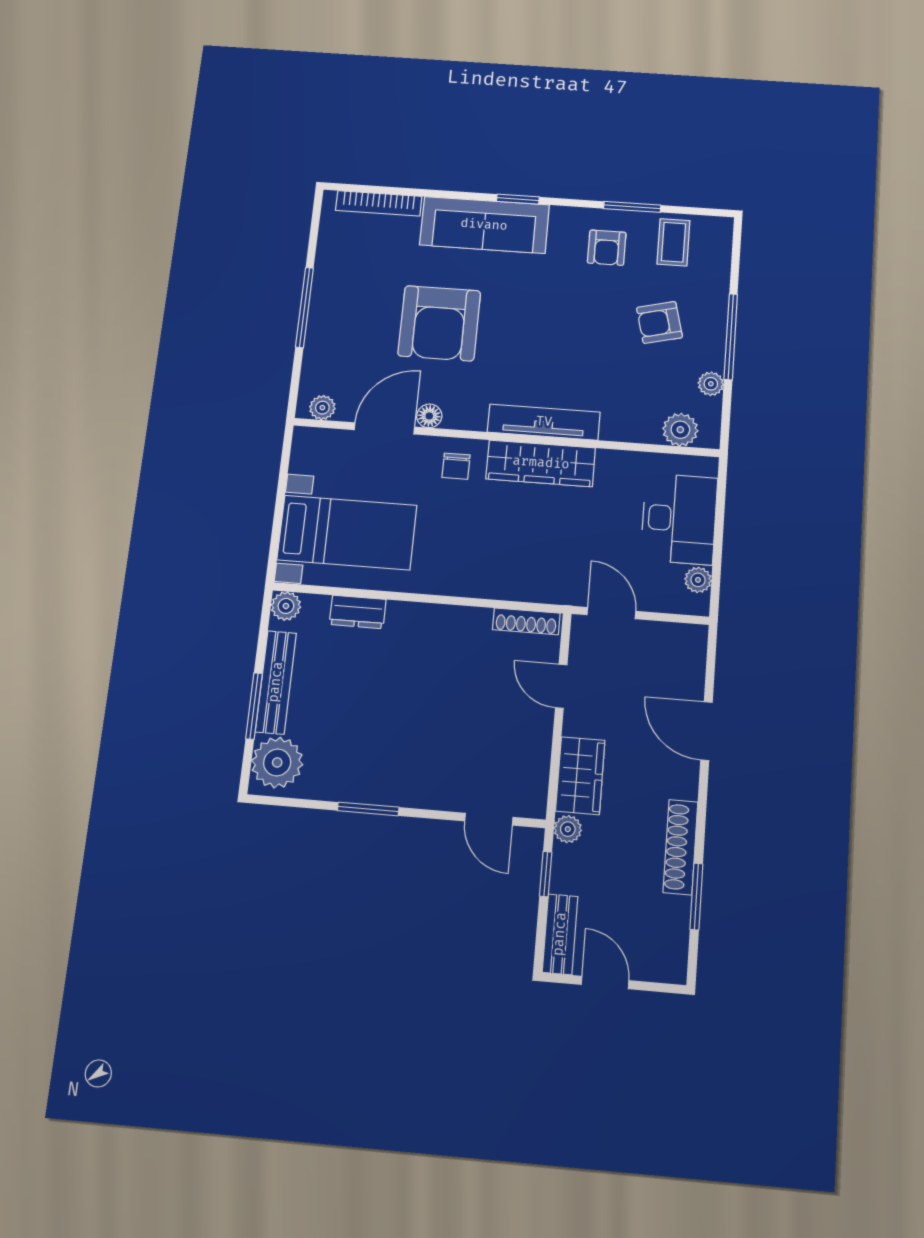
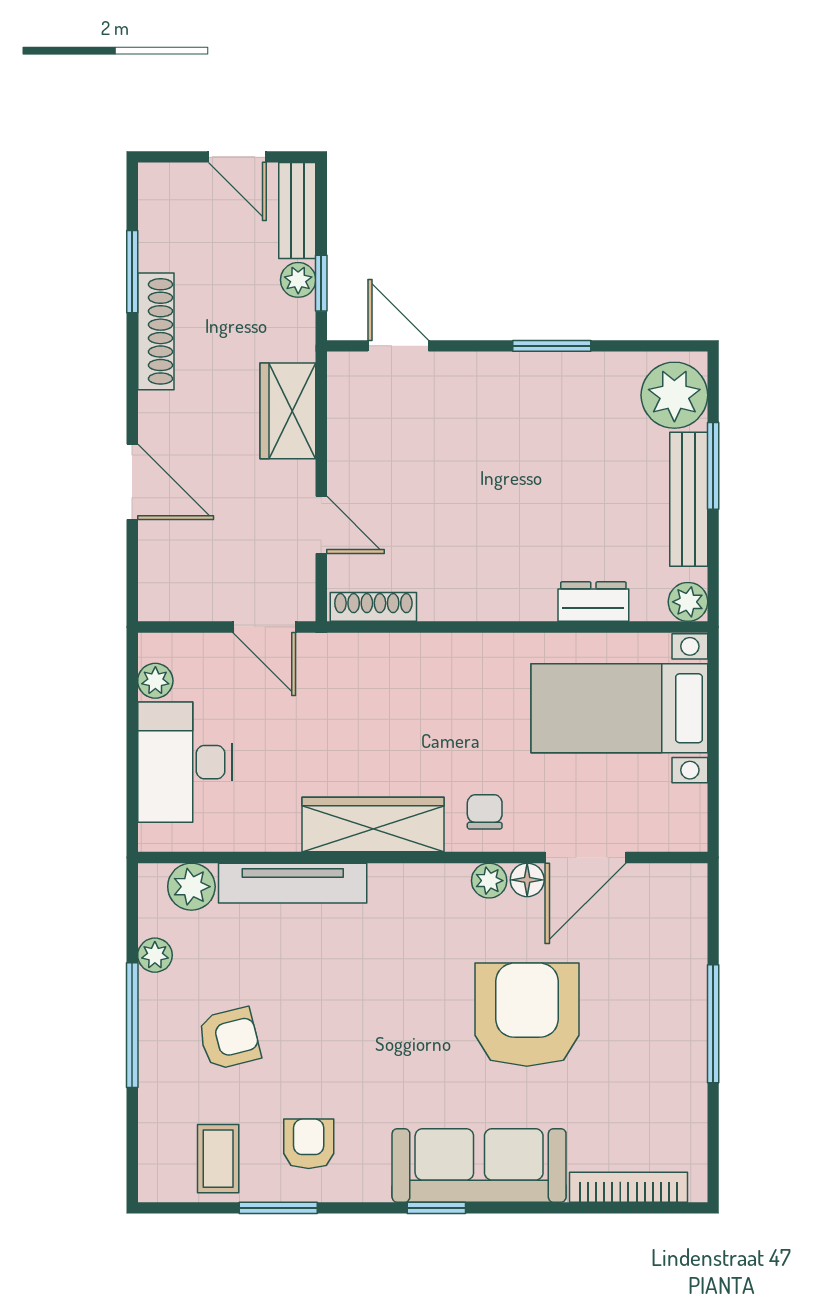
plant: (322, 408) -> (489, 881), moved
tv unit: (544, 422) -> (293, 883), moved
plant: (568, 829) -> (298, 280), moved

